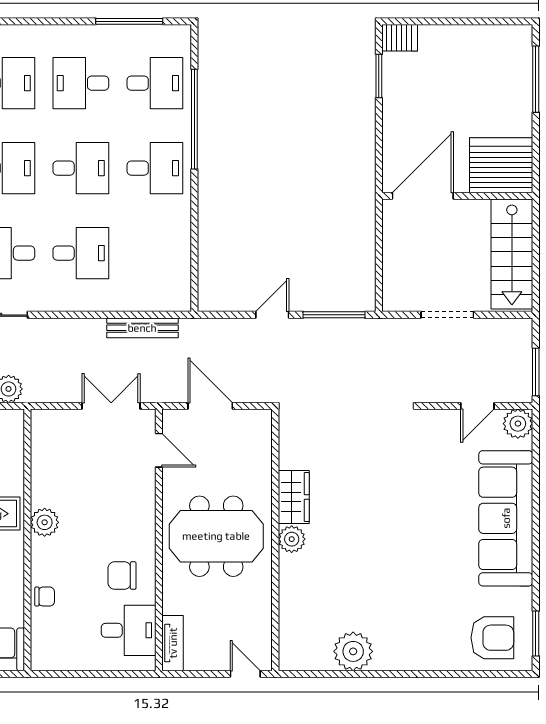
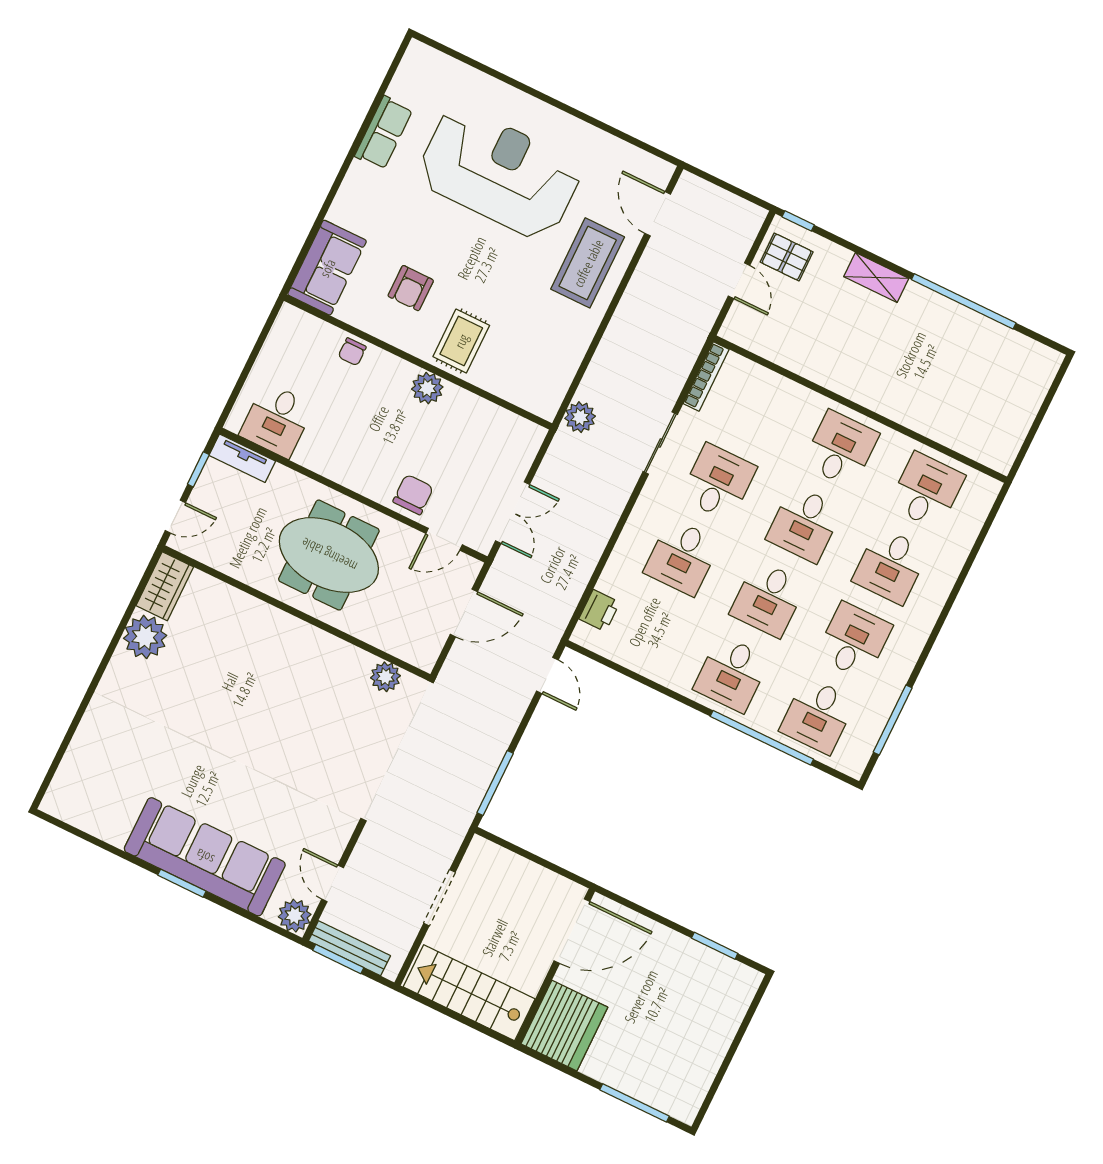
server rack: (400, 38) -> (743, 986), removed
door: (423, 196) -> (572, 931), hinge flipped
printer: (156, 298) -> (599, 611), added
door: (272, 315) -> (547, 676), moved
bench: (142, 328) -> (349, 948), moved, turned 90
wardrobe: (294, 497) -> (165, 586), moved, turned -90
meeting table: (216, 536) -> (329, 555), turned 90
plant: (292, 539) -> (385, 677), moved
chair: (122, 576) -> (413, 495), moved
window: (536, 633) -> (182, 883), moved
armchair: (492, 638) -> (91, 785), removed
window: (199, 674) -> (198, 469), added

